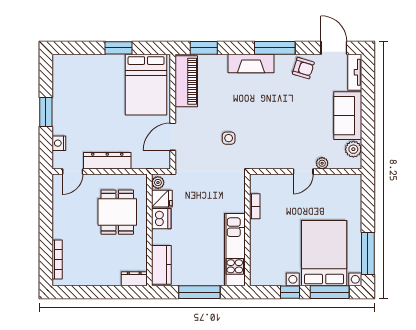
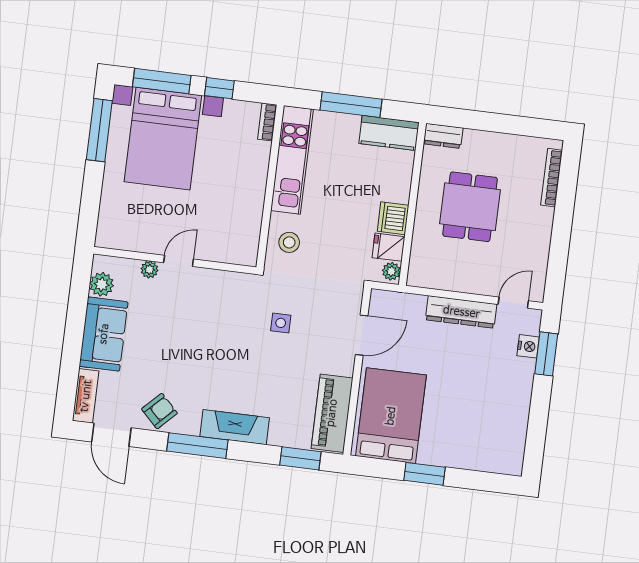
armchair: (303, 68) -> (159, 411), turned 118
window: (46, 112) -> (546, 354), moved
stool: (230, 193) -> (289, 242), added
bookcase: (255, 206) -> (267, 122), moved
dining table: (117, 212) -> (470, 207), moved
kitchen counter: (161, 265) -> (389, 133), moved, turned -90

